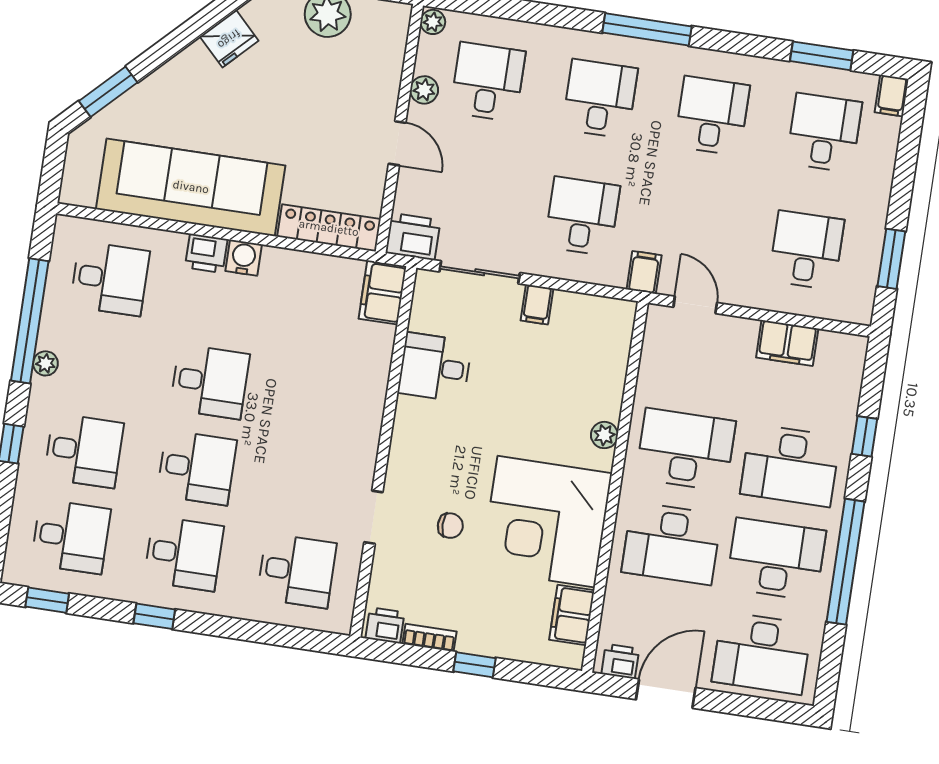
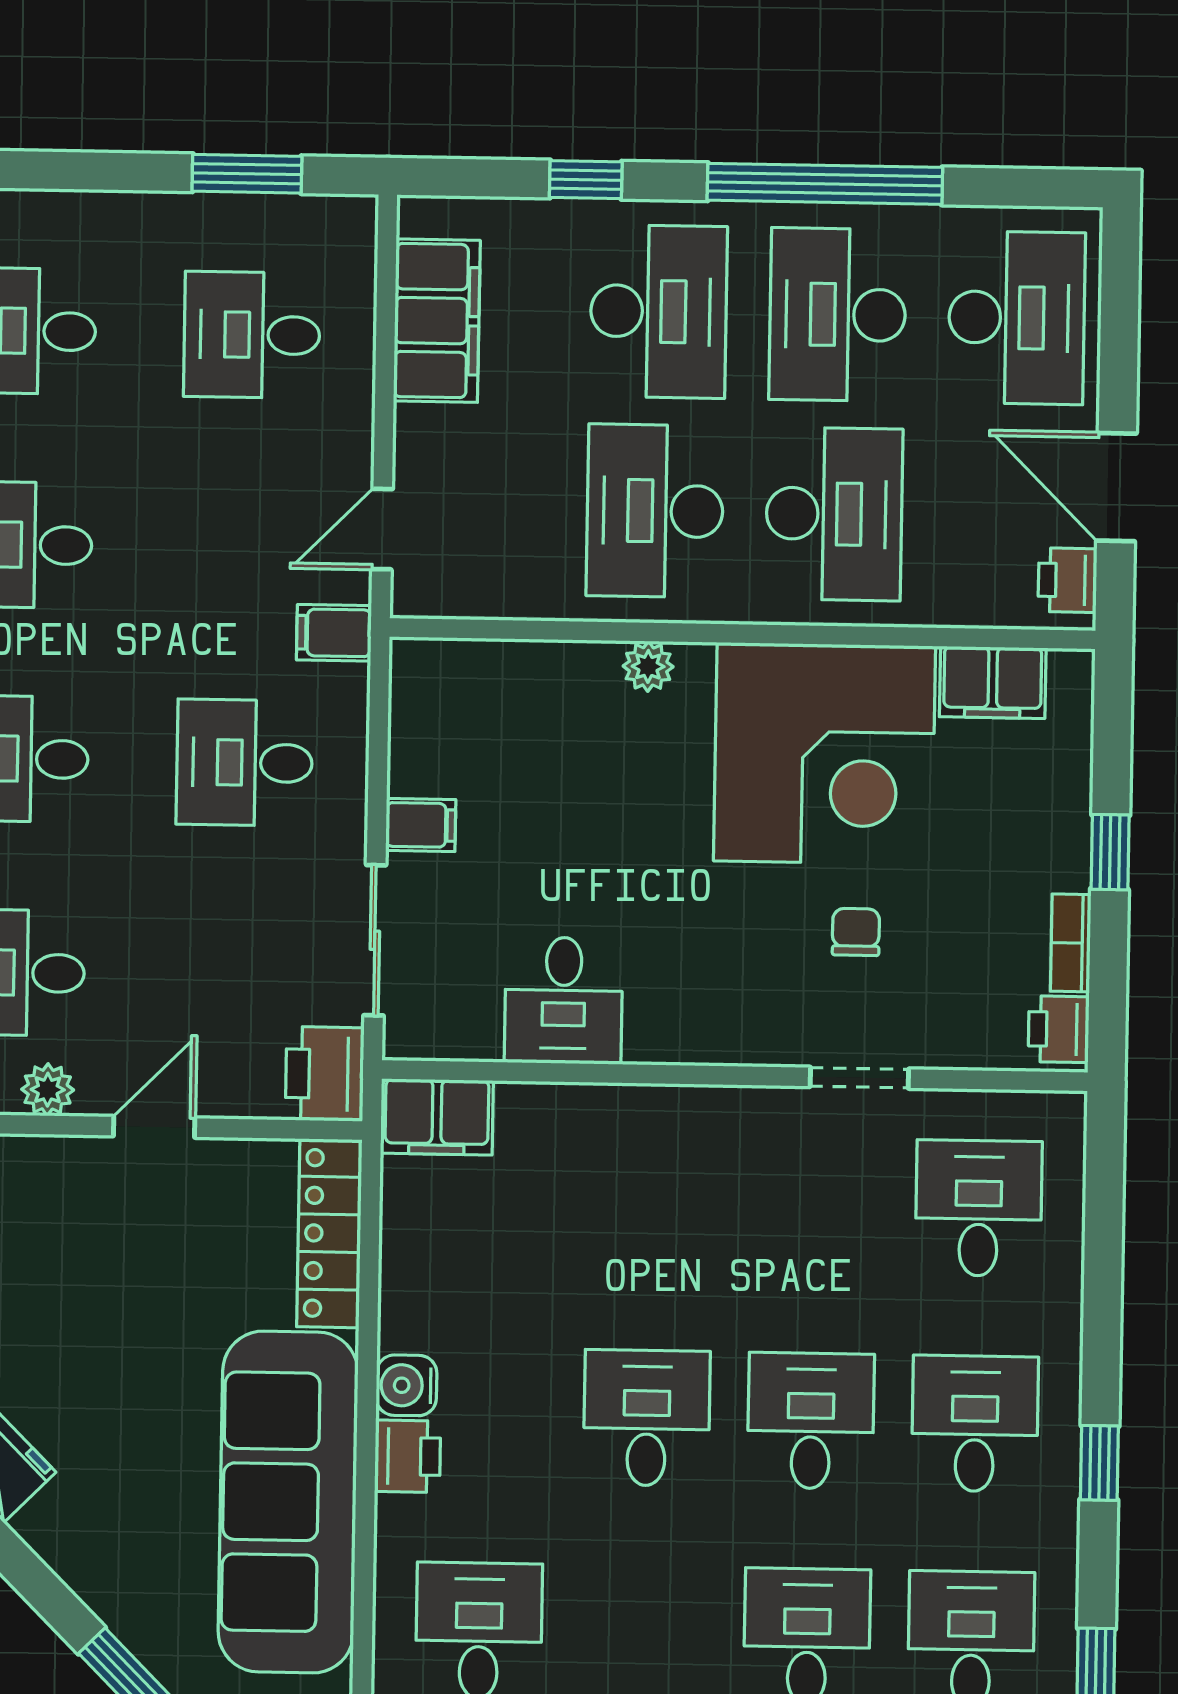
filing cabinet: (787, 343) -> (437, 321), width x1.50, depth x1.17

